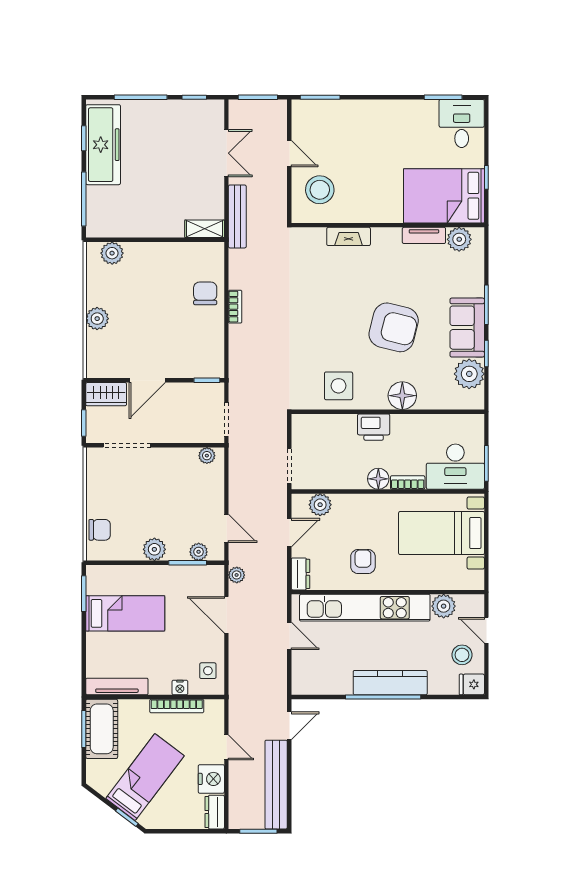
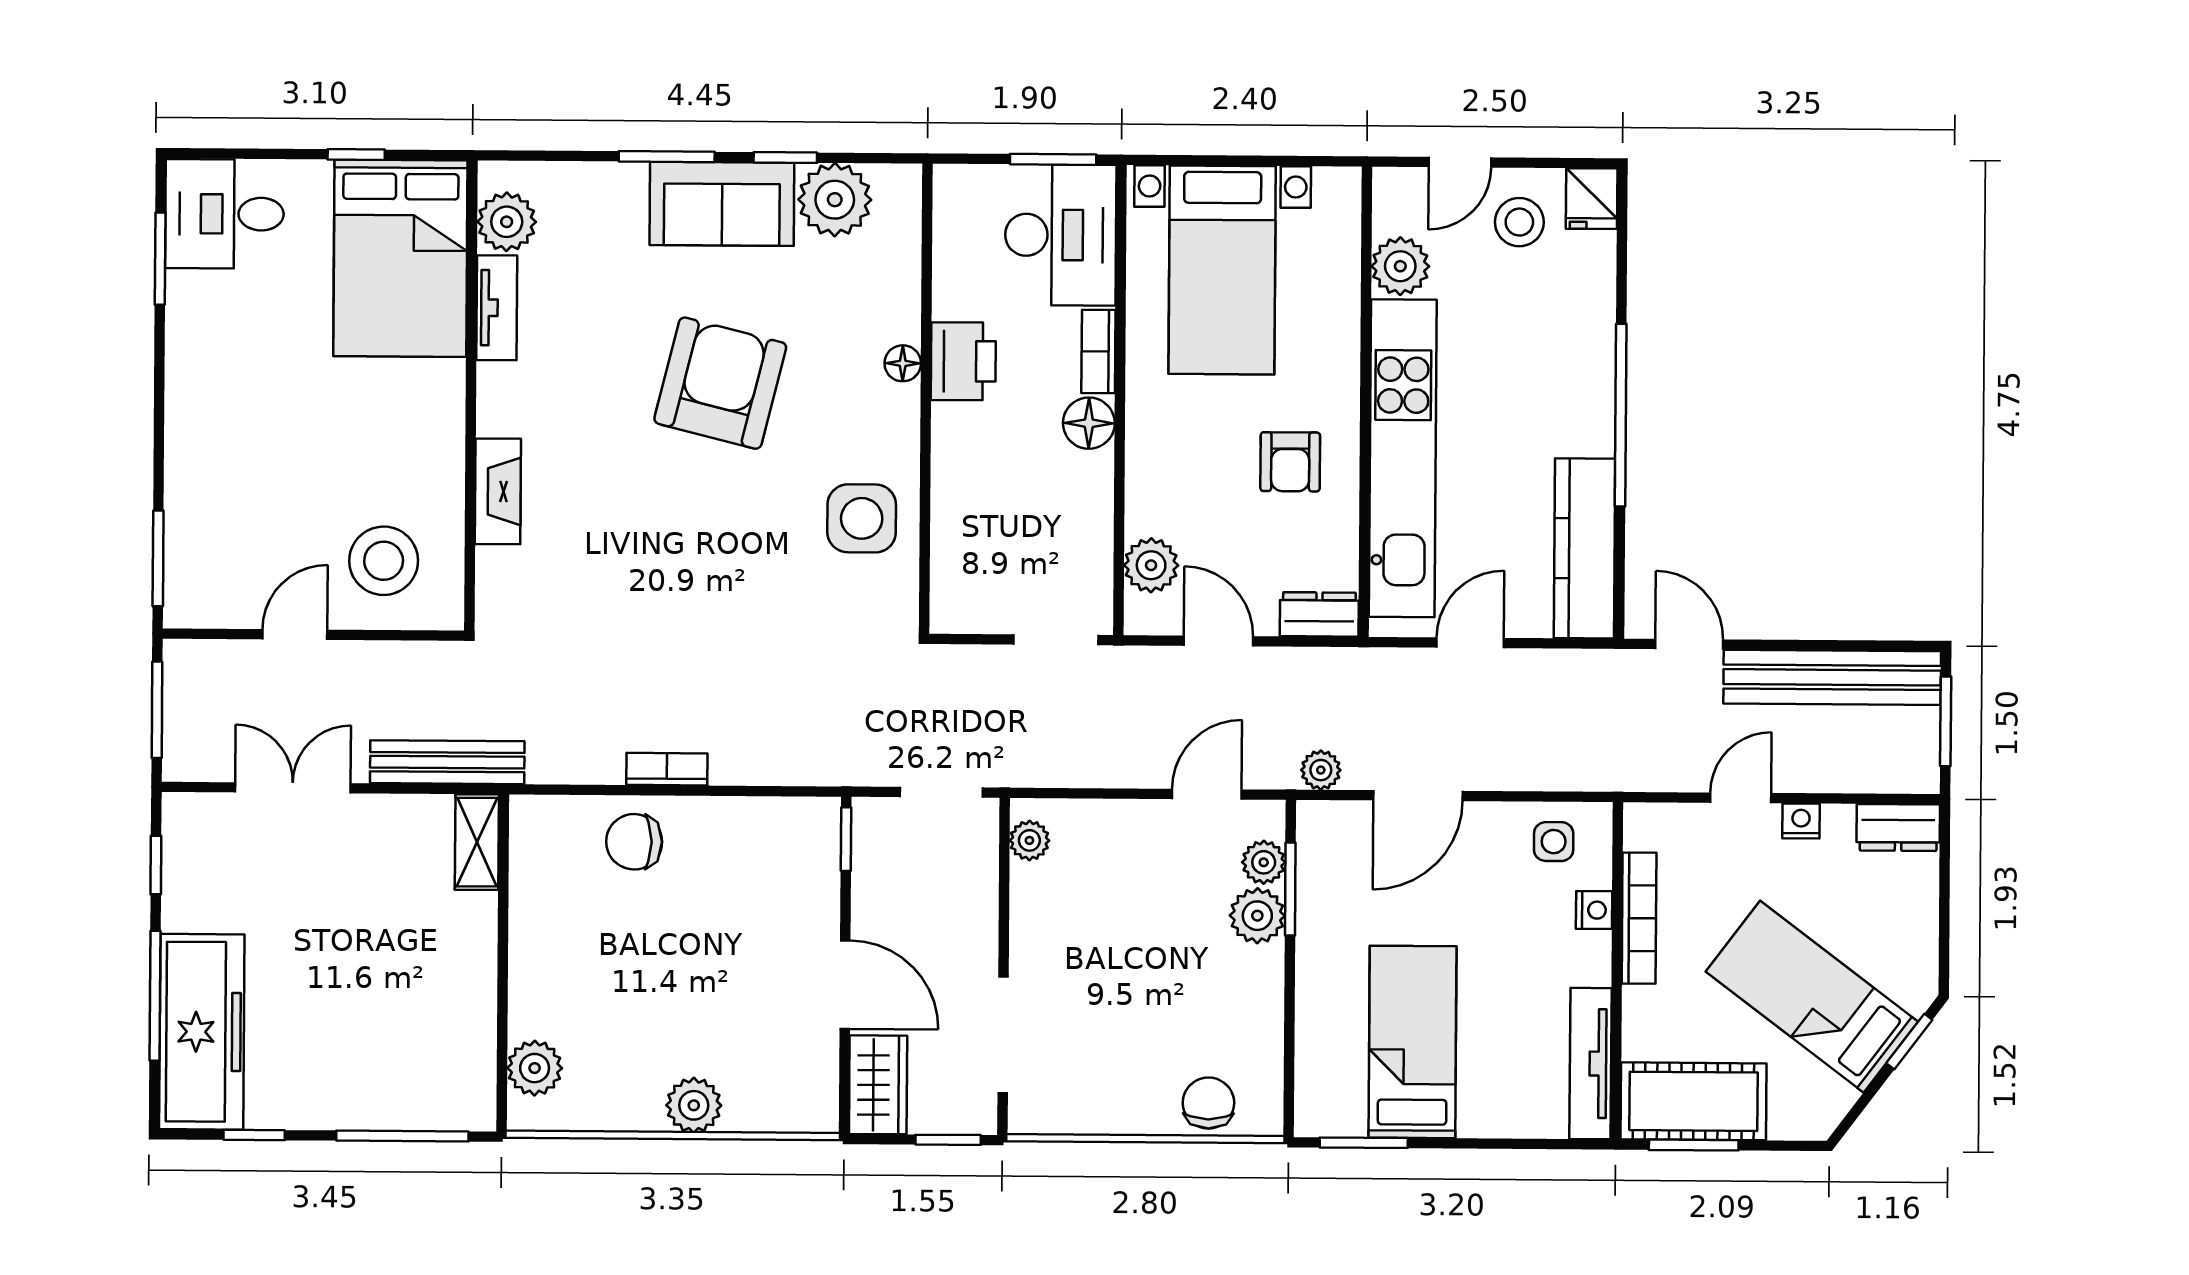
freezer: (103, 145) -> (202, 1032), moved, turned 90
floor lamp: (402, 396) -> (903, 363), width x0.53, depth x0.53
printer: (374, 427) -> (963, 361), moved
plant: (154, 549) -> (1257, 916), moved
armchair: (363, 562) -> (1290, 462), turned -90
kitchen counter: (390, 683) -> (1585, 548), moved
nightstand: (211, 779) -> (1801, 821), width x0.53, depth x0.56

